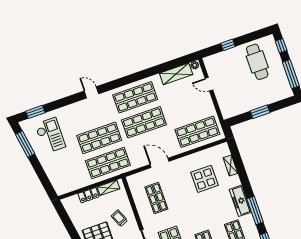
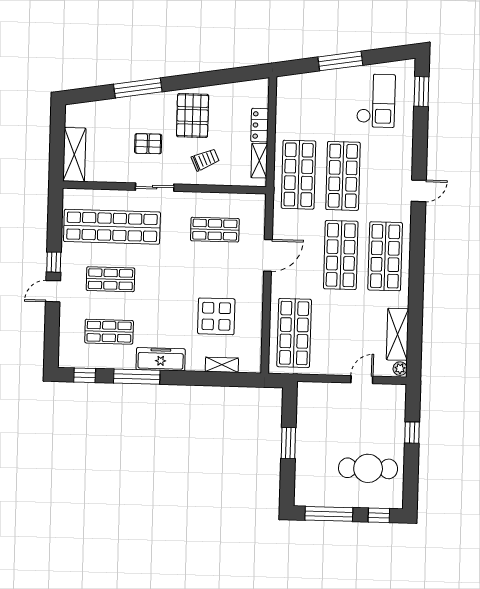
checkout: (50, 135) -> (376, 101), turned -90
window: (25, 144) -> (340, 61), moved

